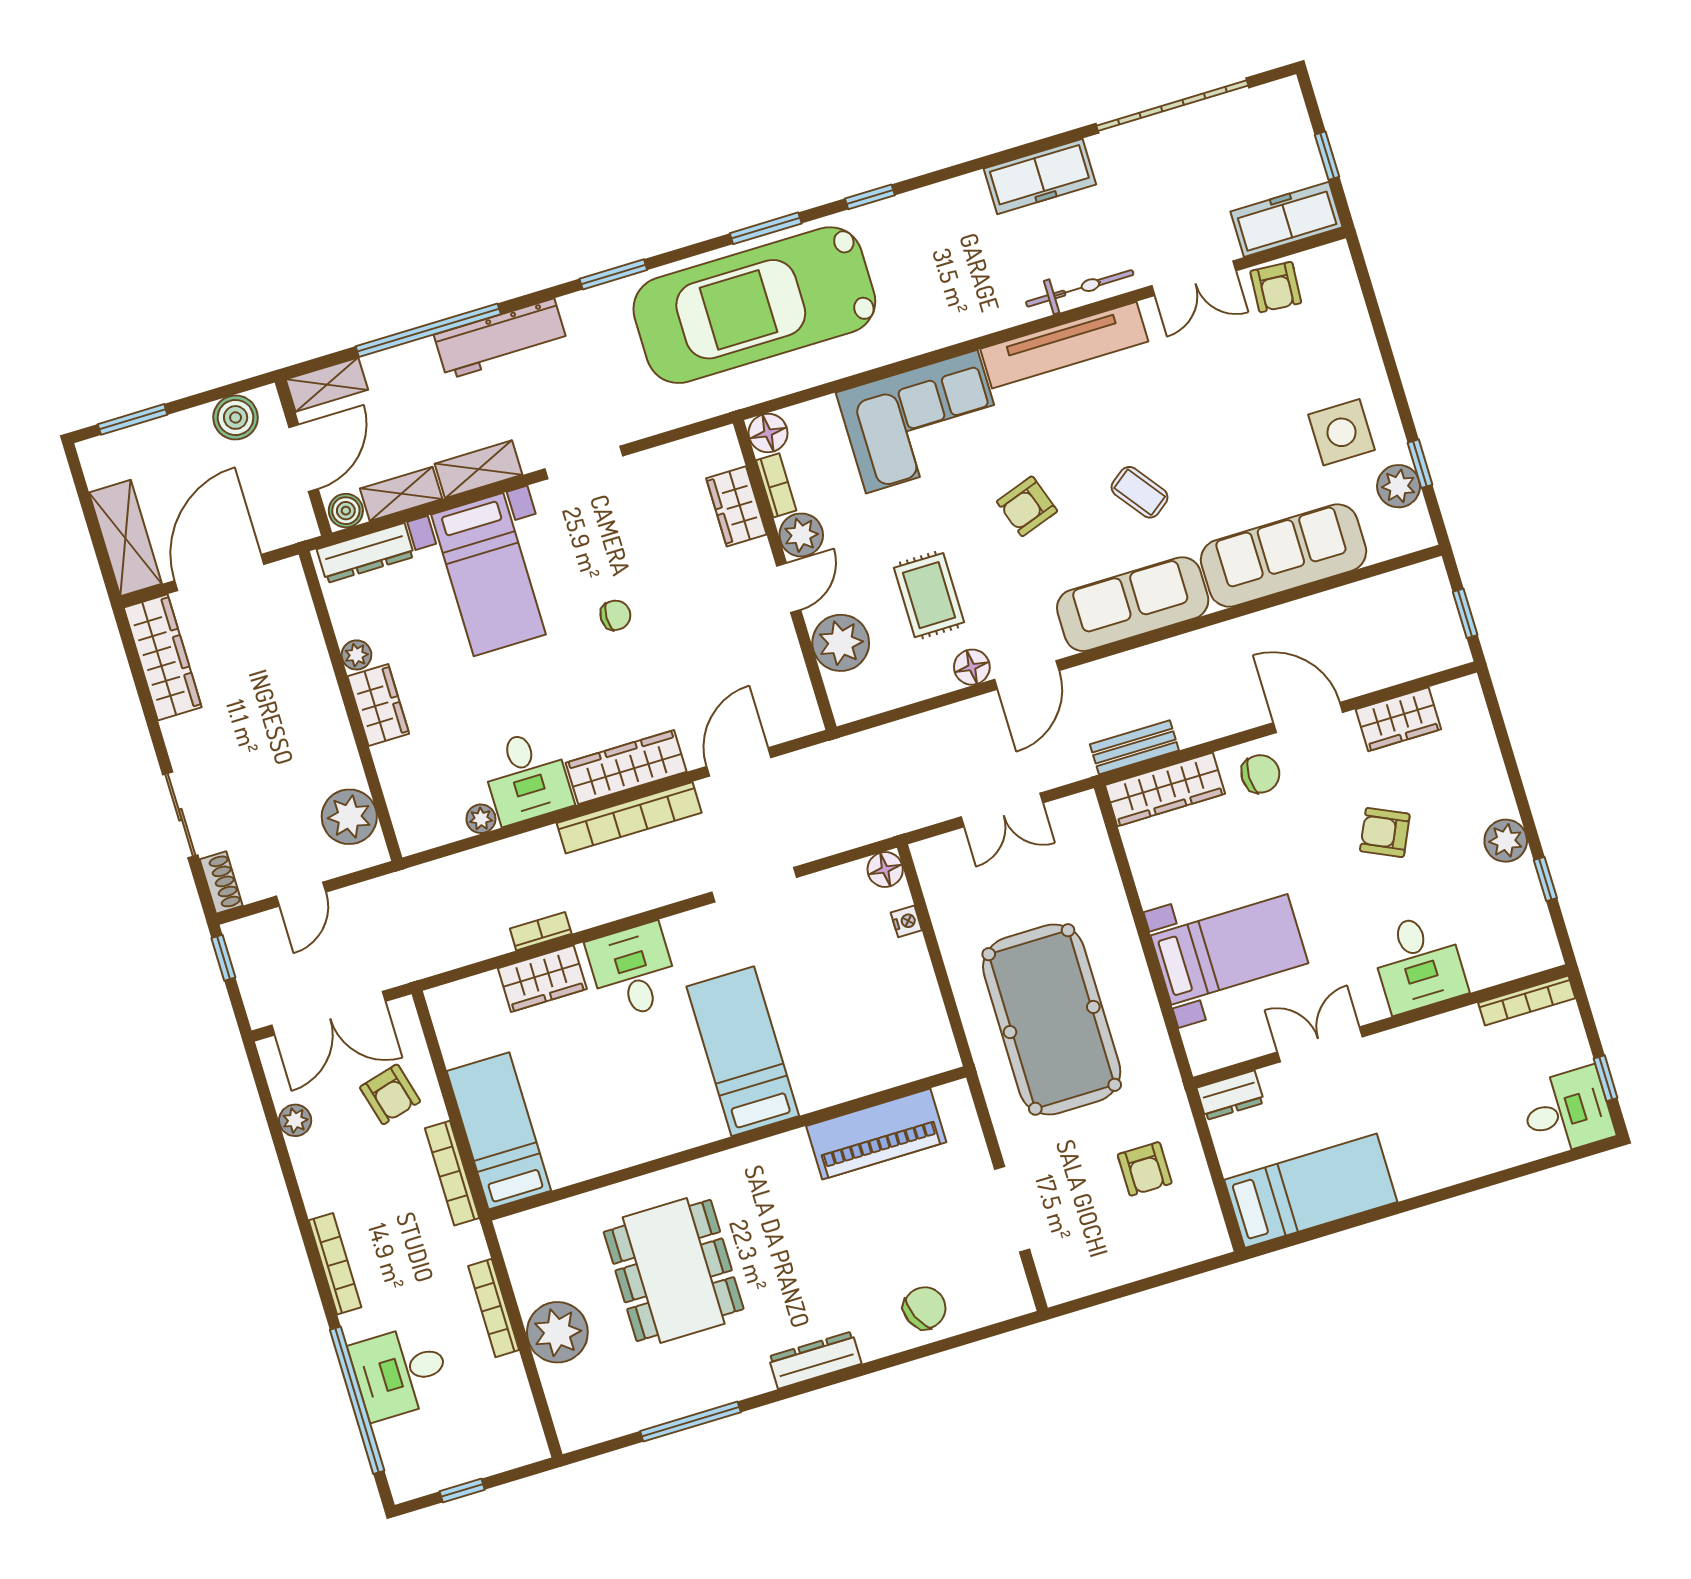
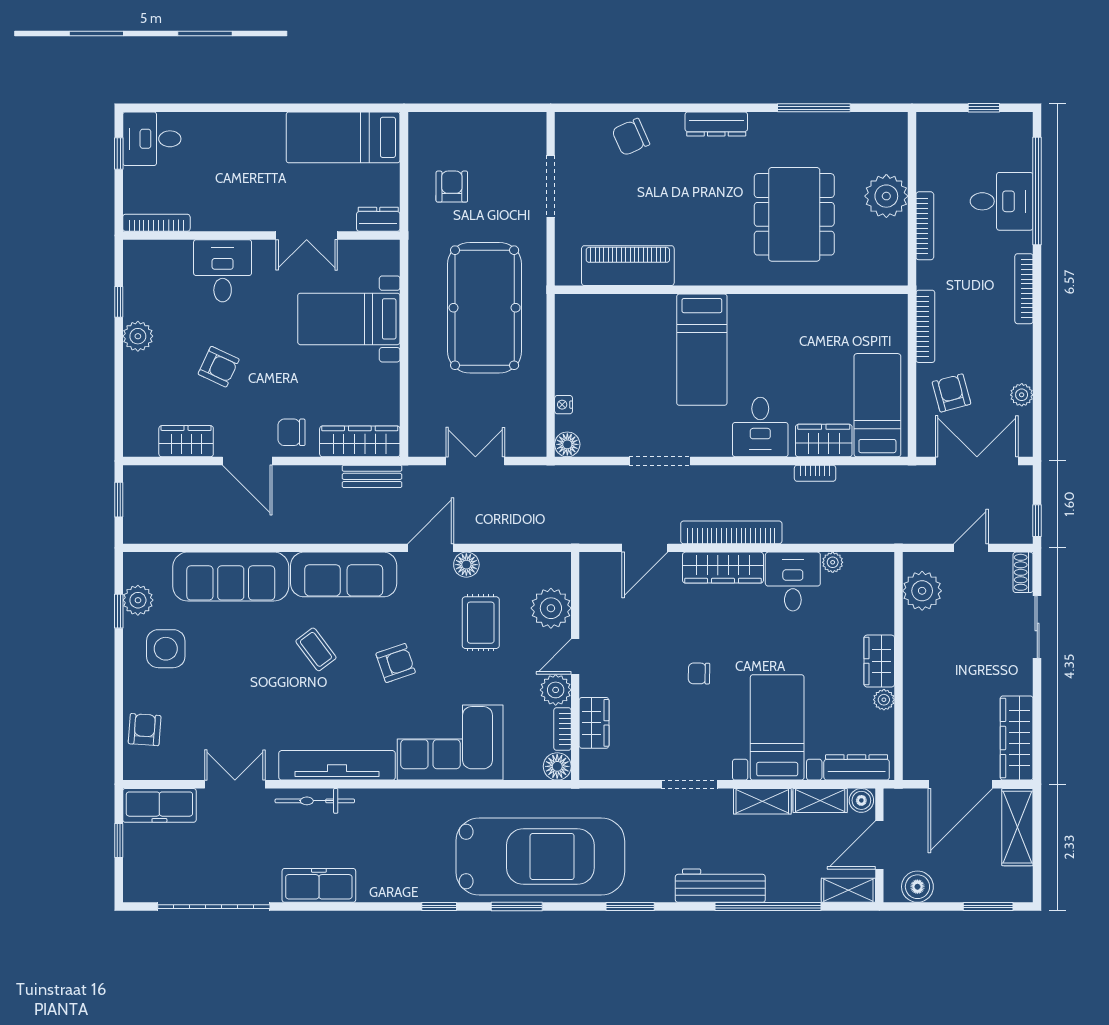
armchair: (1276, 287) -> (145, 730), moved
bed: (499, 1131) -> (877, 405), moved, turned 180

